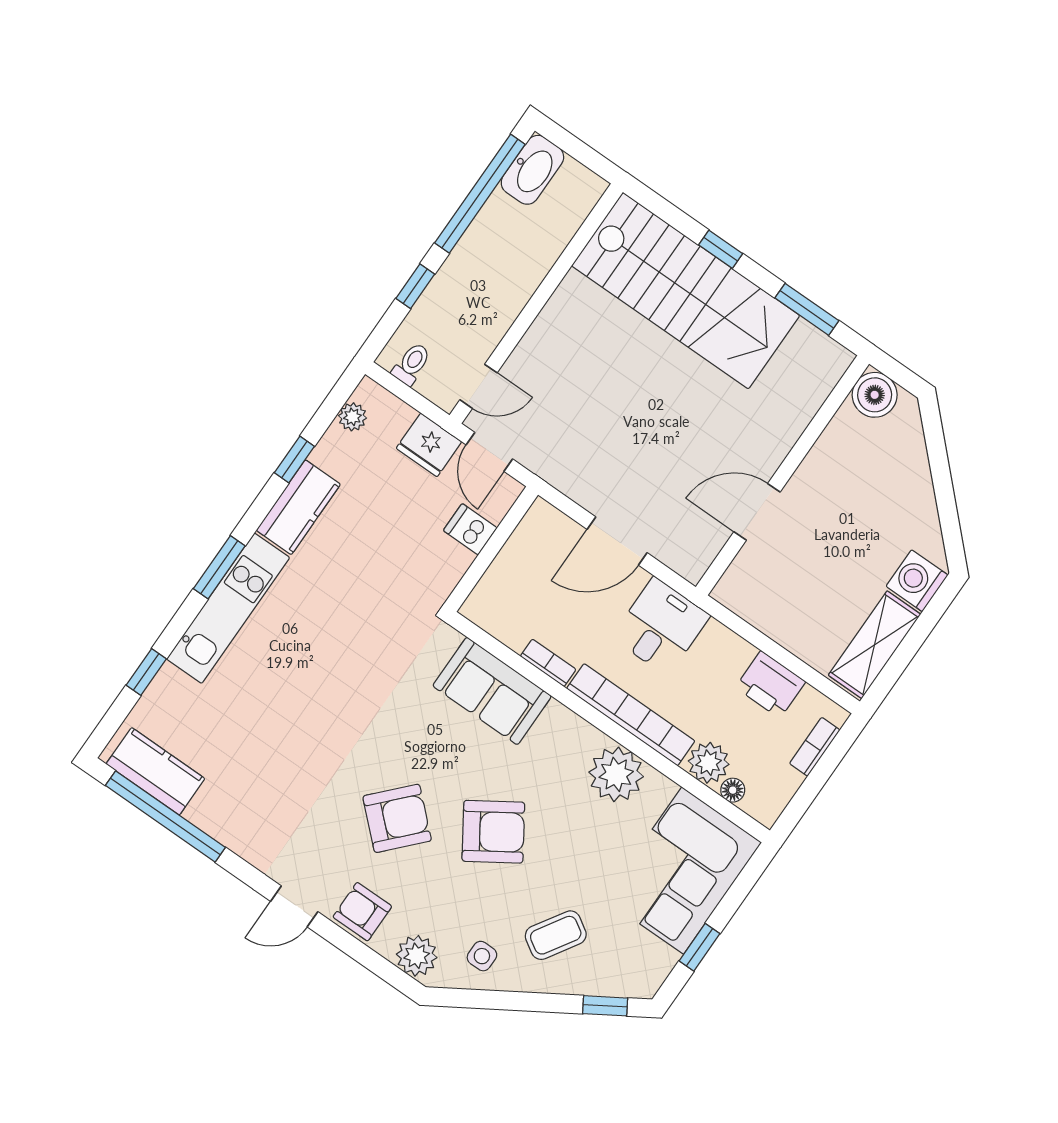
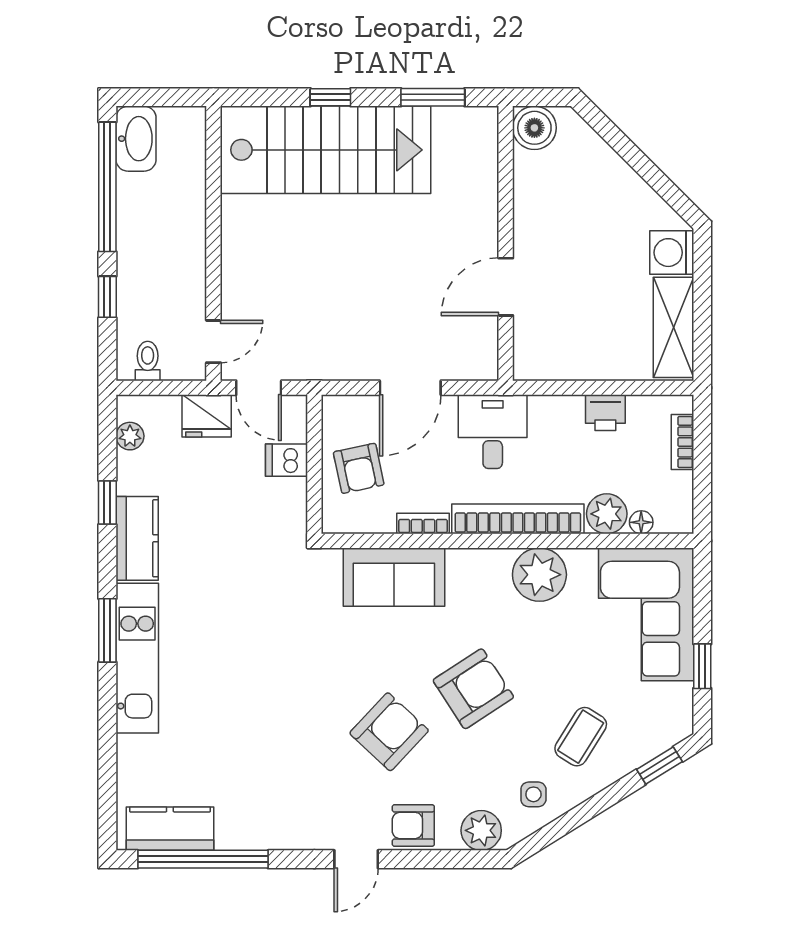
armchair: (526, 579) -> (359, 468), added
window: (146, 672) -> (107, 755), removed
printer: (770, 685) -> (605, 413), width x0.73, depth x0.81

